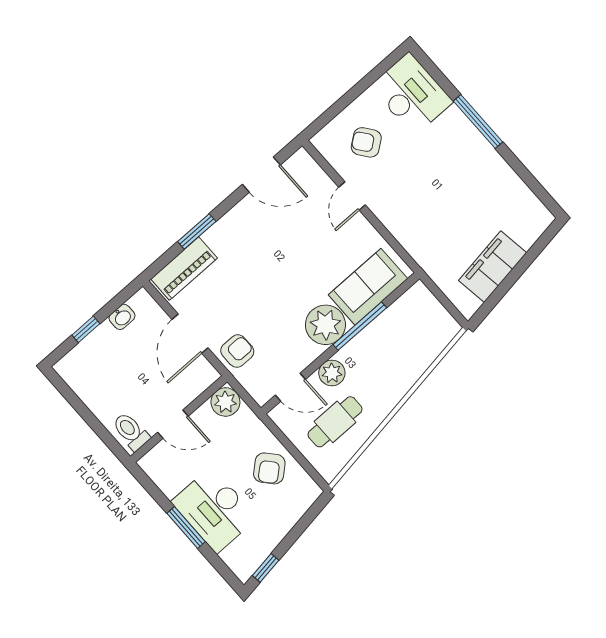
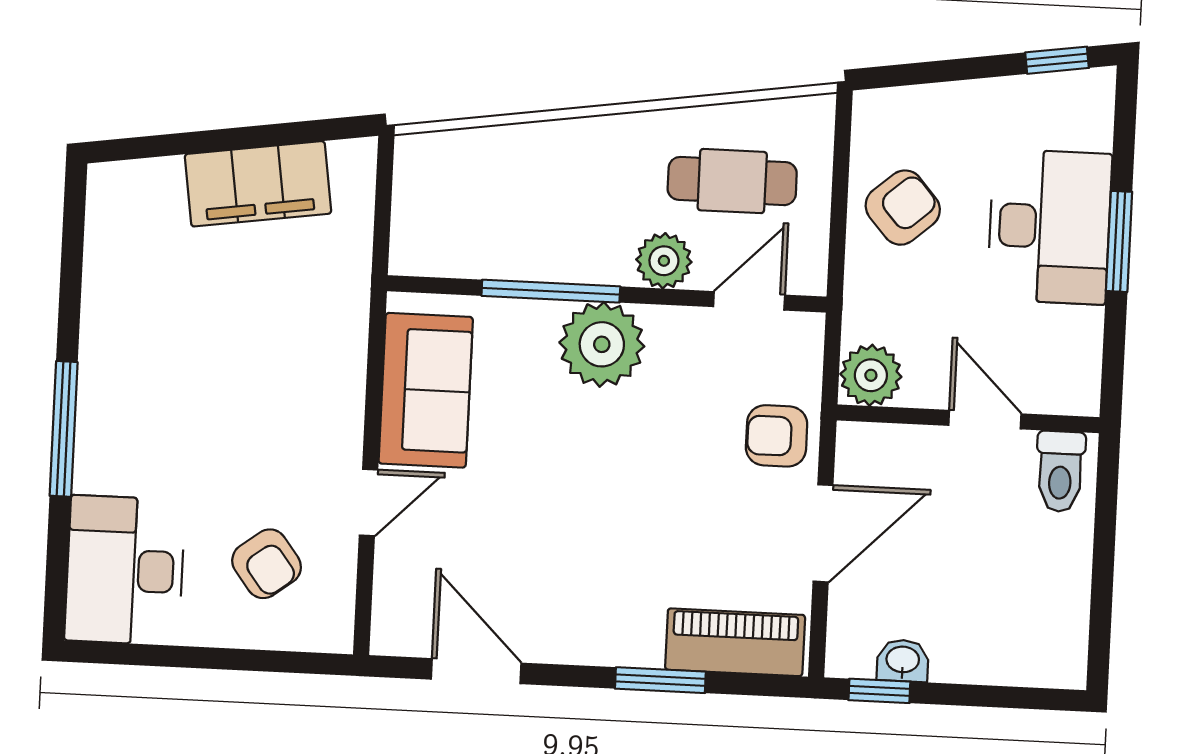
sofa: (368, 287) -> (426, 390), moved, turned -90
window: (86, 329) -> (879, 691), moved
door: (290, 387) -> (749, 301), hinge flipped

